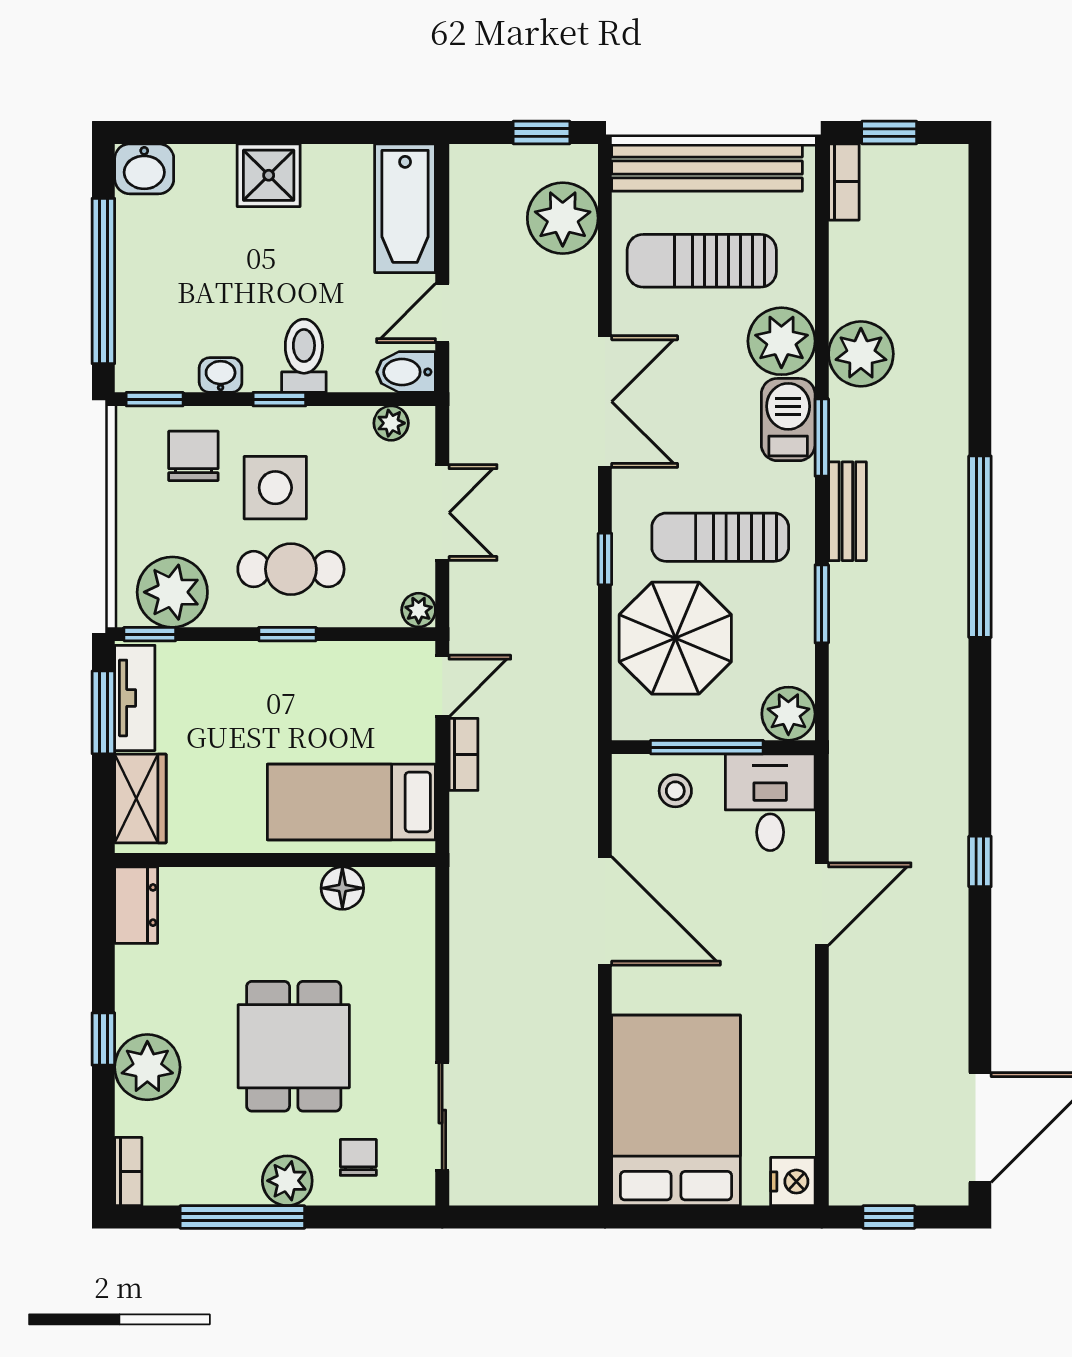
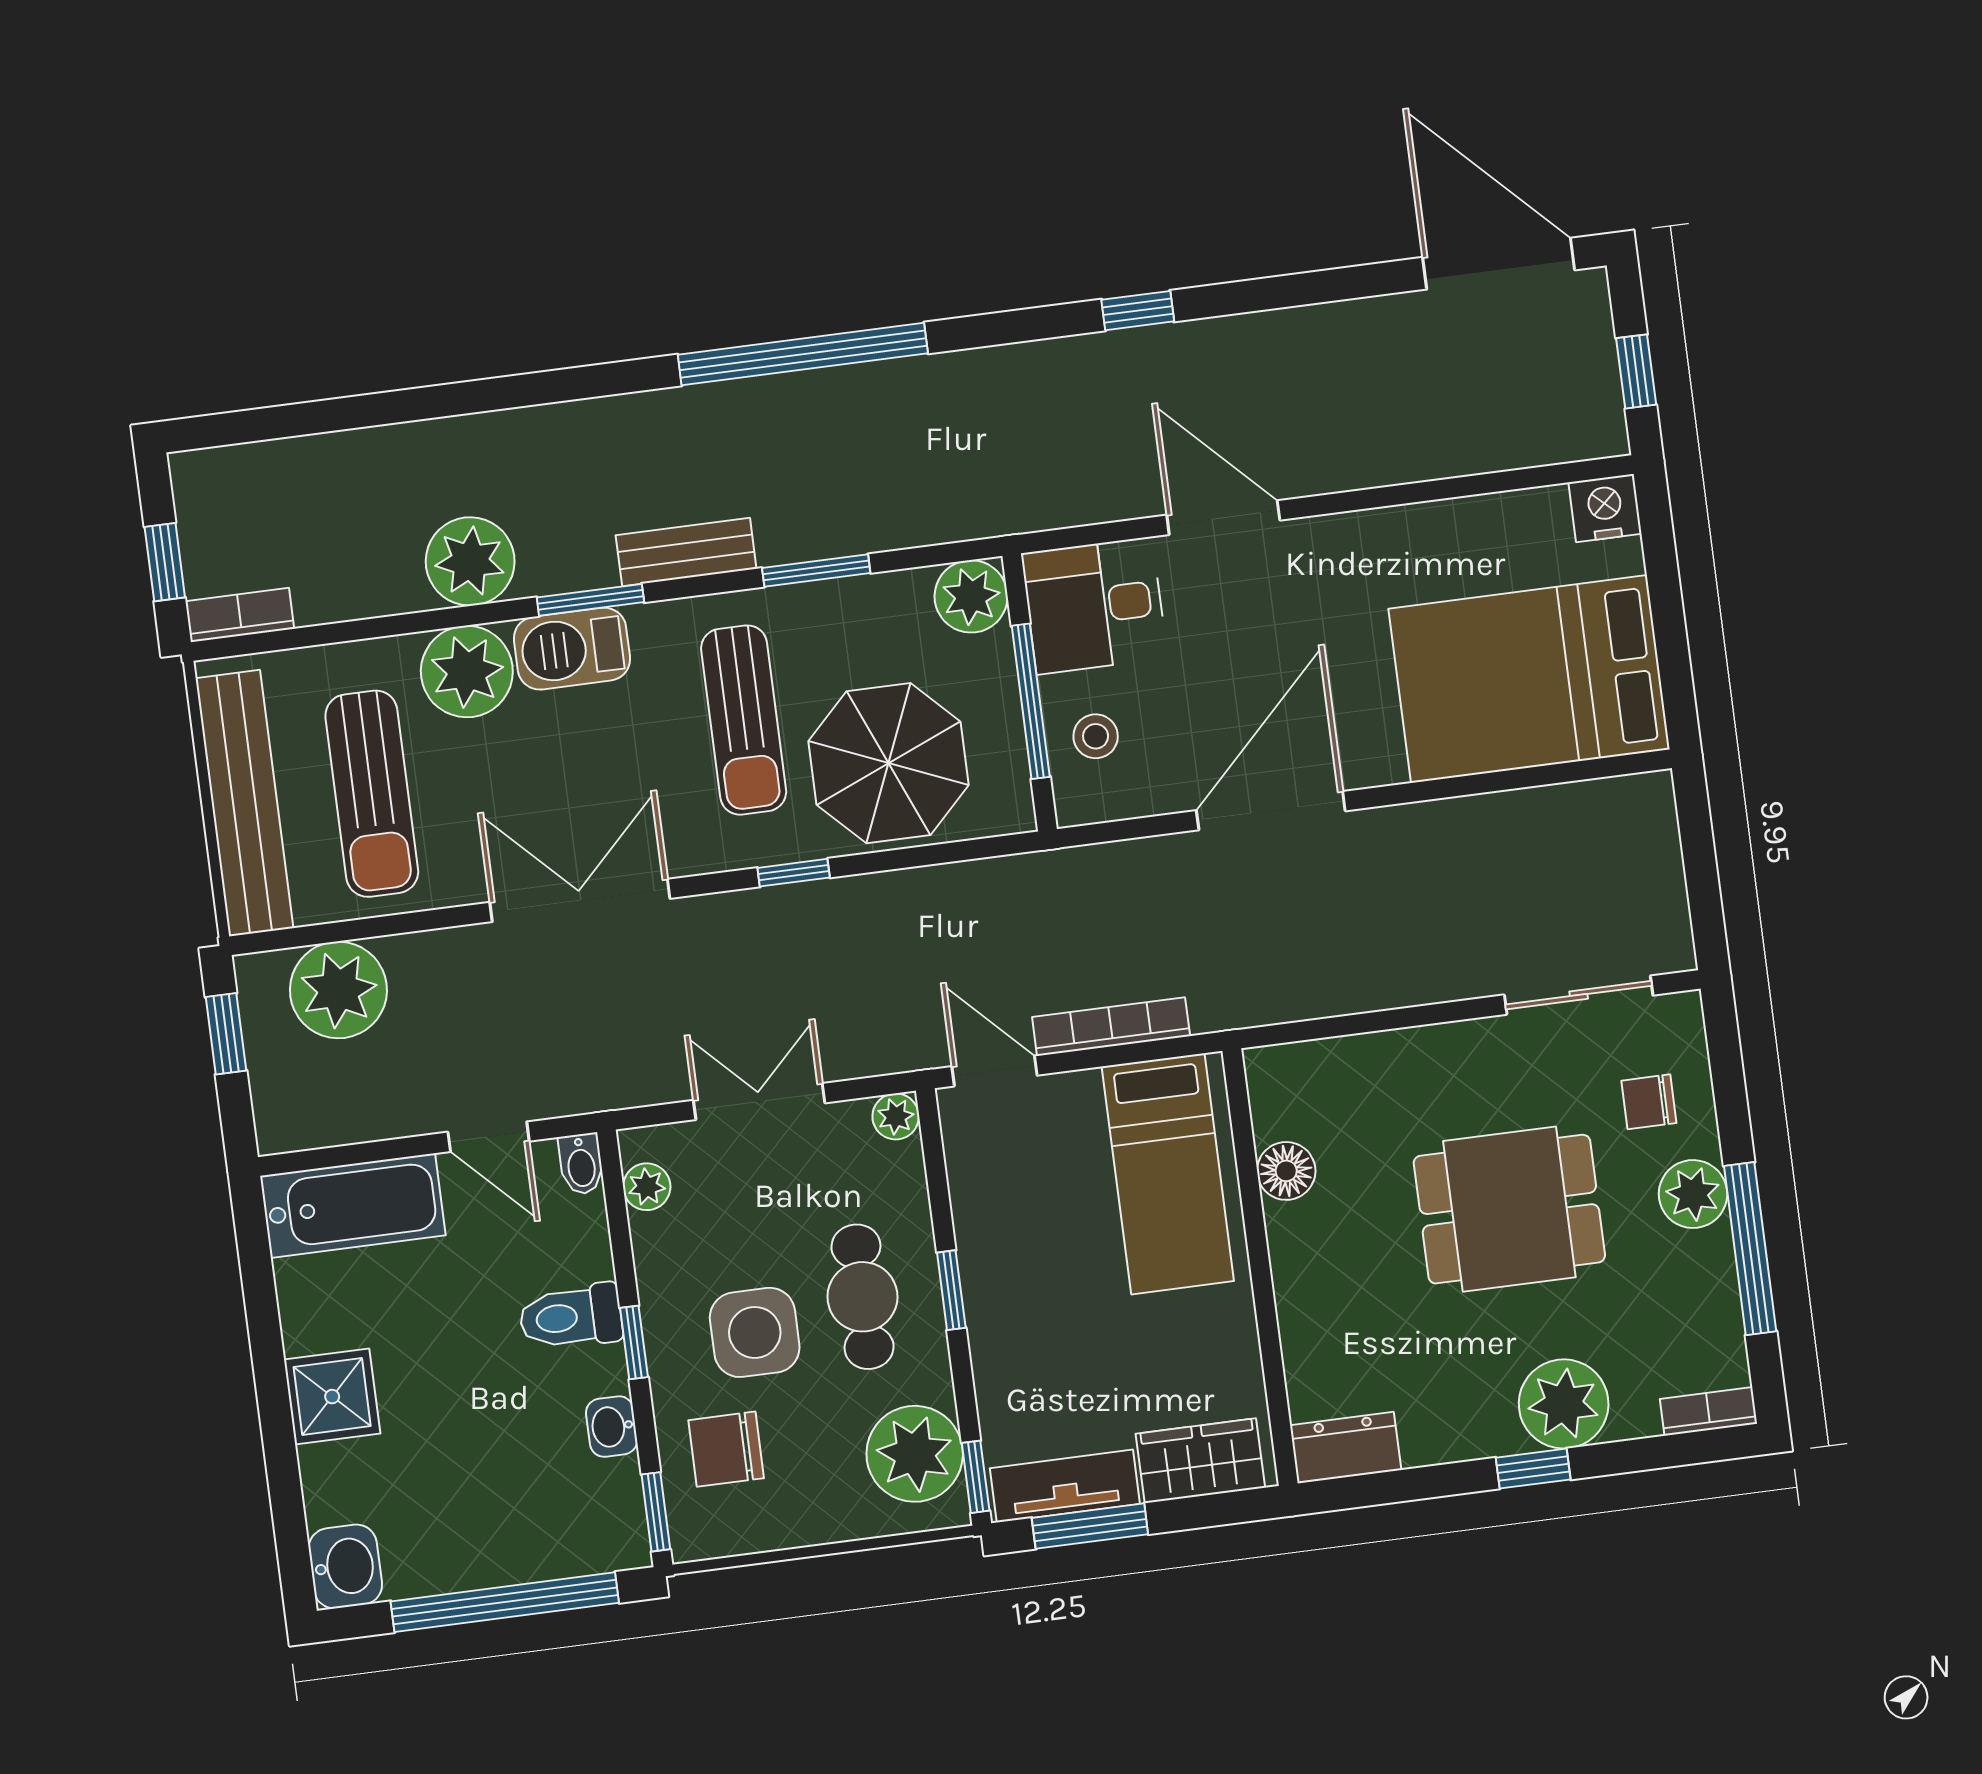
bidet: (406, 372) -> (581, 1164), width x0.72, depth x0.74
window: (980, 547) -> (803, 354), moved
bookcase: (463, 754) -> (1111, 1027), width x1.56

